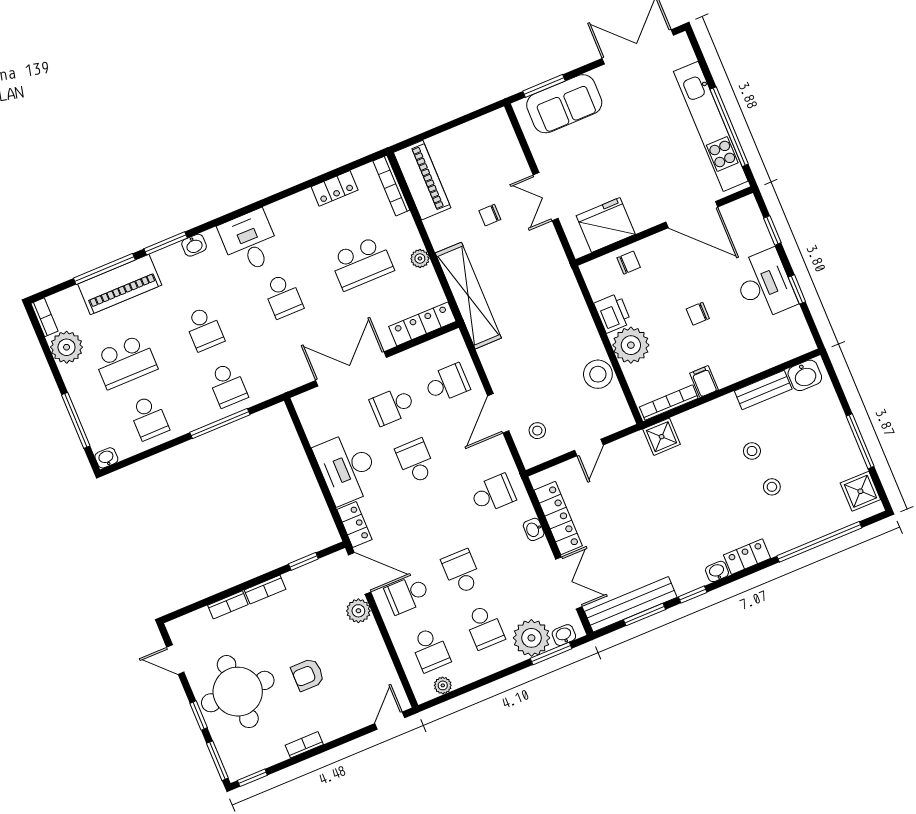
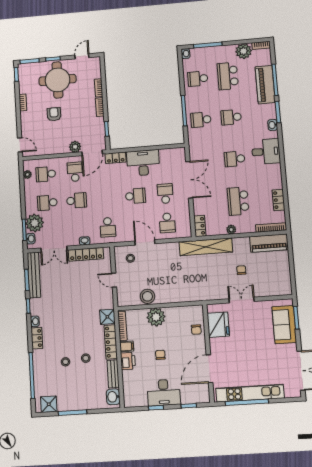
printer: (613, 313) -> (128, 361), moved, turned -90
locker: (422, 324) -> (200, 226), width x0.66
locker: (706, 414) -> (111, 342), added

